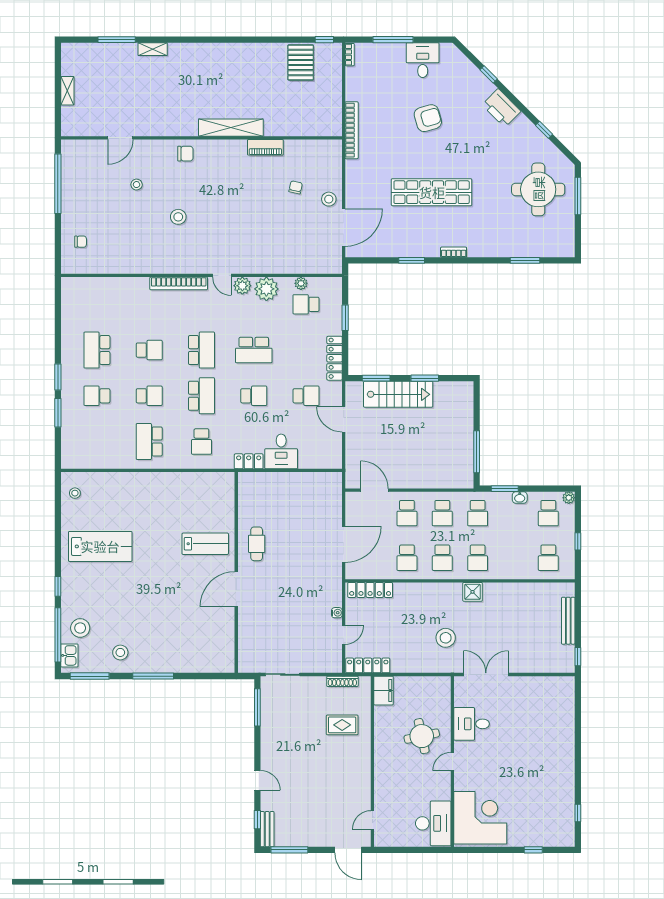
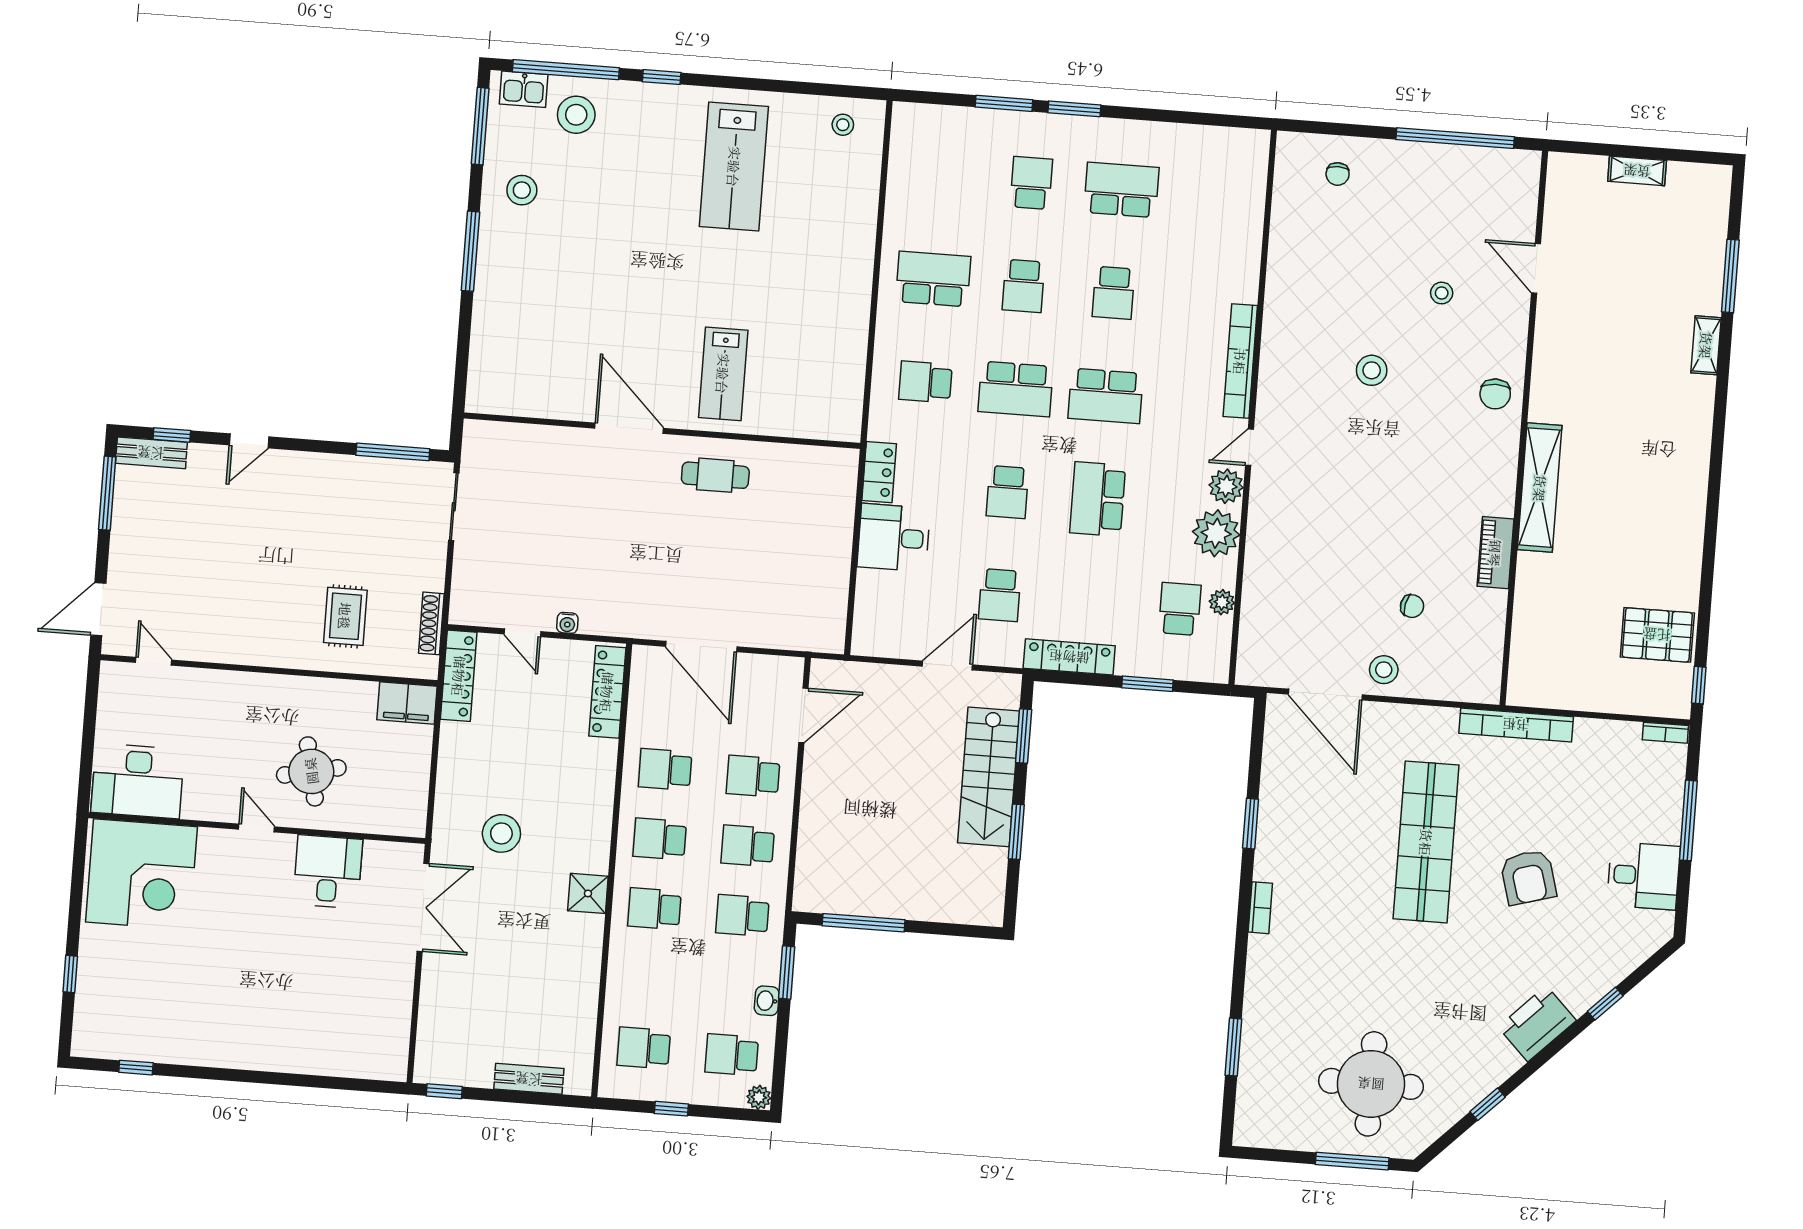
shop shelf: (432, 192) -> (1426, 842), moved
bench: (568, 621) -> (529, 1079), width x0.73

